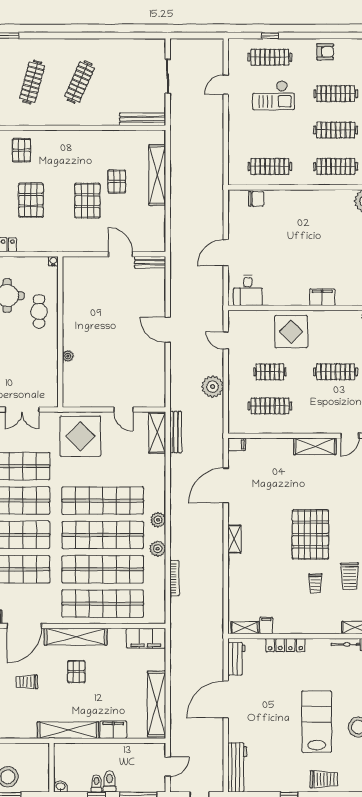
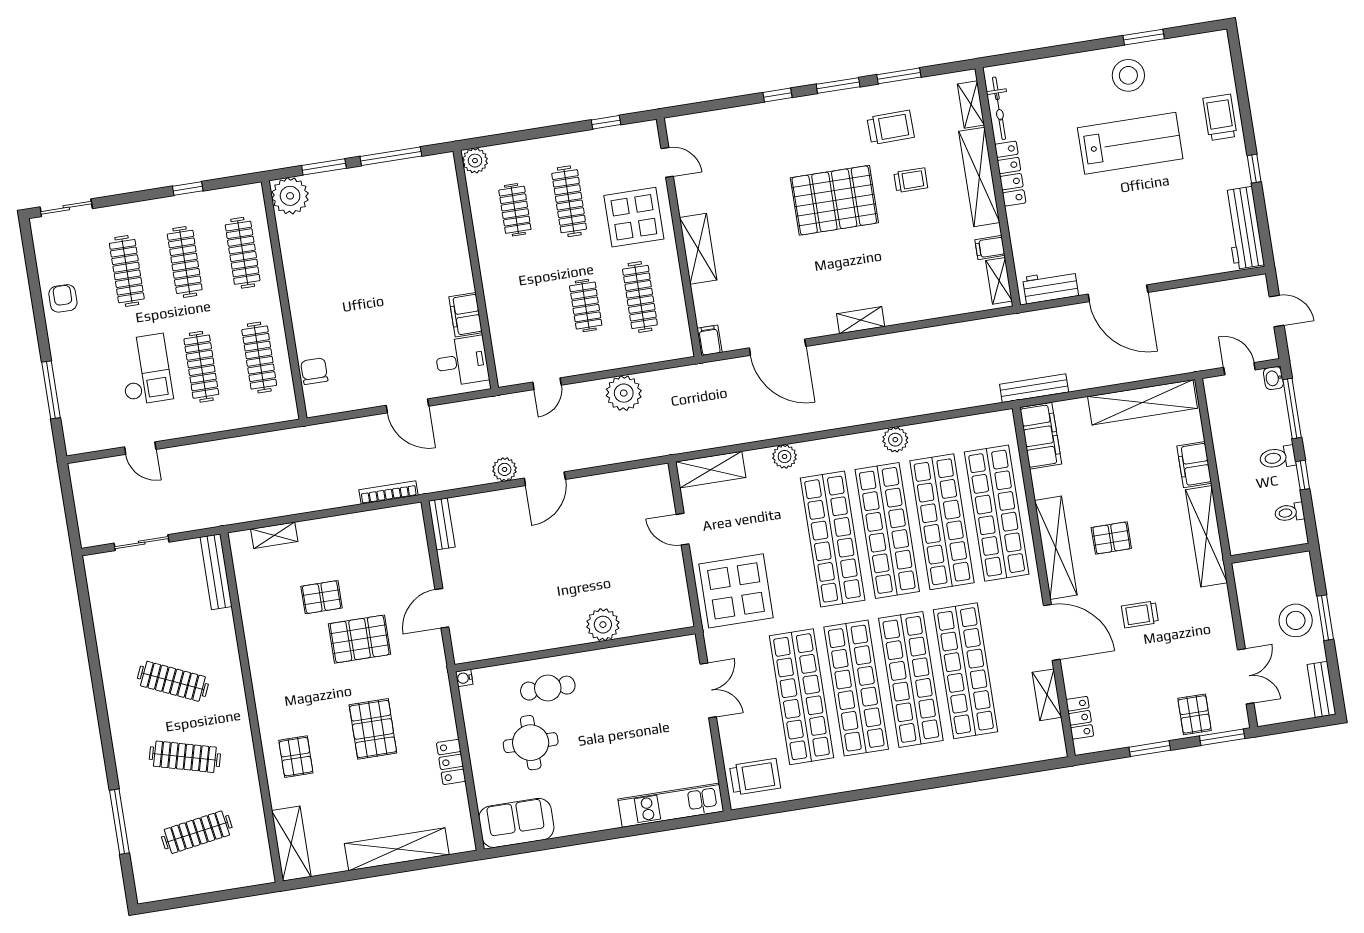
window: (270, 36) -> (51, 390), width x2.17
clothes rail: (270, 57) -> (201, 367), moved
pallet: (21, 150) -> (296, 757), turned 90
shelving: (157, 175) -> (274, 535), width x0.45, depth x0.75
pallet: (31, 200) -> (373, 729), turned 90
door: (120, 254) -> (442, 608), moved
filing cabinet: (322, 297) -> (466, 315), moved
plant: (177, 306) -> (505, 469), added
display table: (291, 332) -> (634, 217), moved
clothes rail: (336, 338) -> (515, 210), added
plant: (68, 356) -> (603, 625), width x1.87, depth x1.87
door: (123, 410) -> (683, 529), swing flipped
bench: (176, 432) -> (1034, 388), moved
shelving: (315, 446) -> (698, 249), moved
plant: (158, 520) -> (785, 457), moved
bookcase: (174, 578) -> (388, 493), moved
shelving: (311, 626) -> (979, 177), added
locker: (285, 645) -> (1010, 174), moved
trolley: (27, 682) -> (1140, 614), turned 90
lab bench: (317, 722) -> (1130, 143), turned 180
workbench: (237, 767) -> (1244, 228), moved, turned -90
toilet: (96, 783) -> (1289, 512), moved
washbasin: (61, 787) -> (1273, 378), moved

